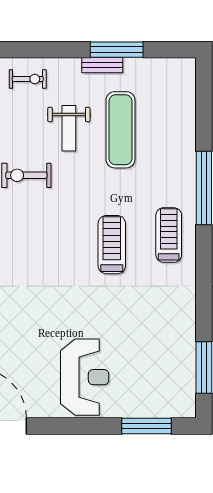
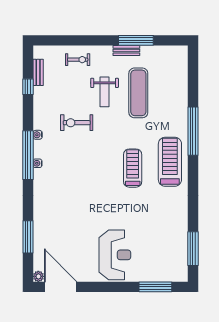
treadmill: (169, 235) -> (170, 162), width x1.37, depth x1.38

